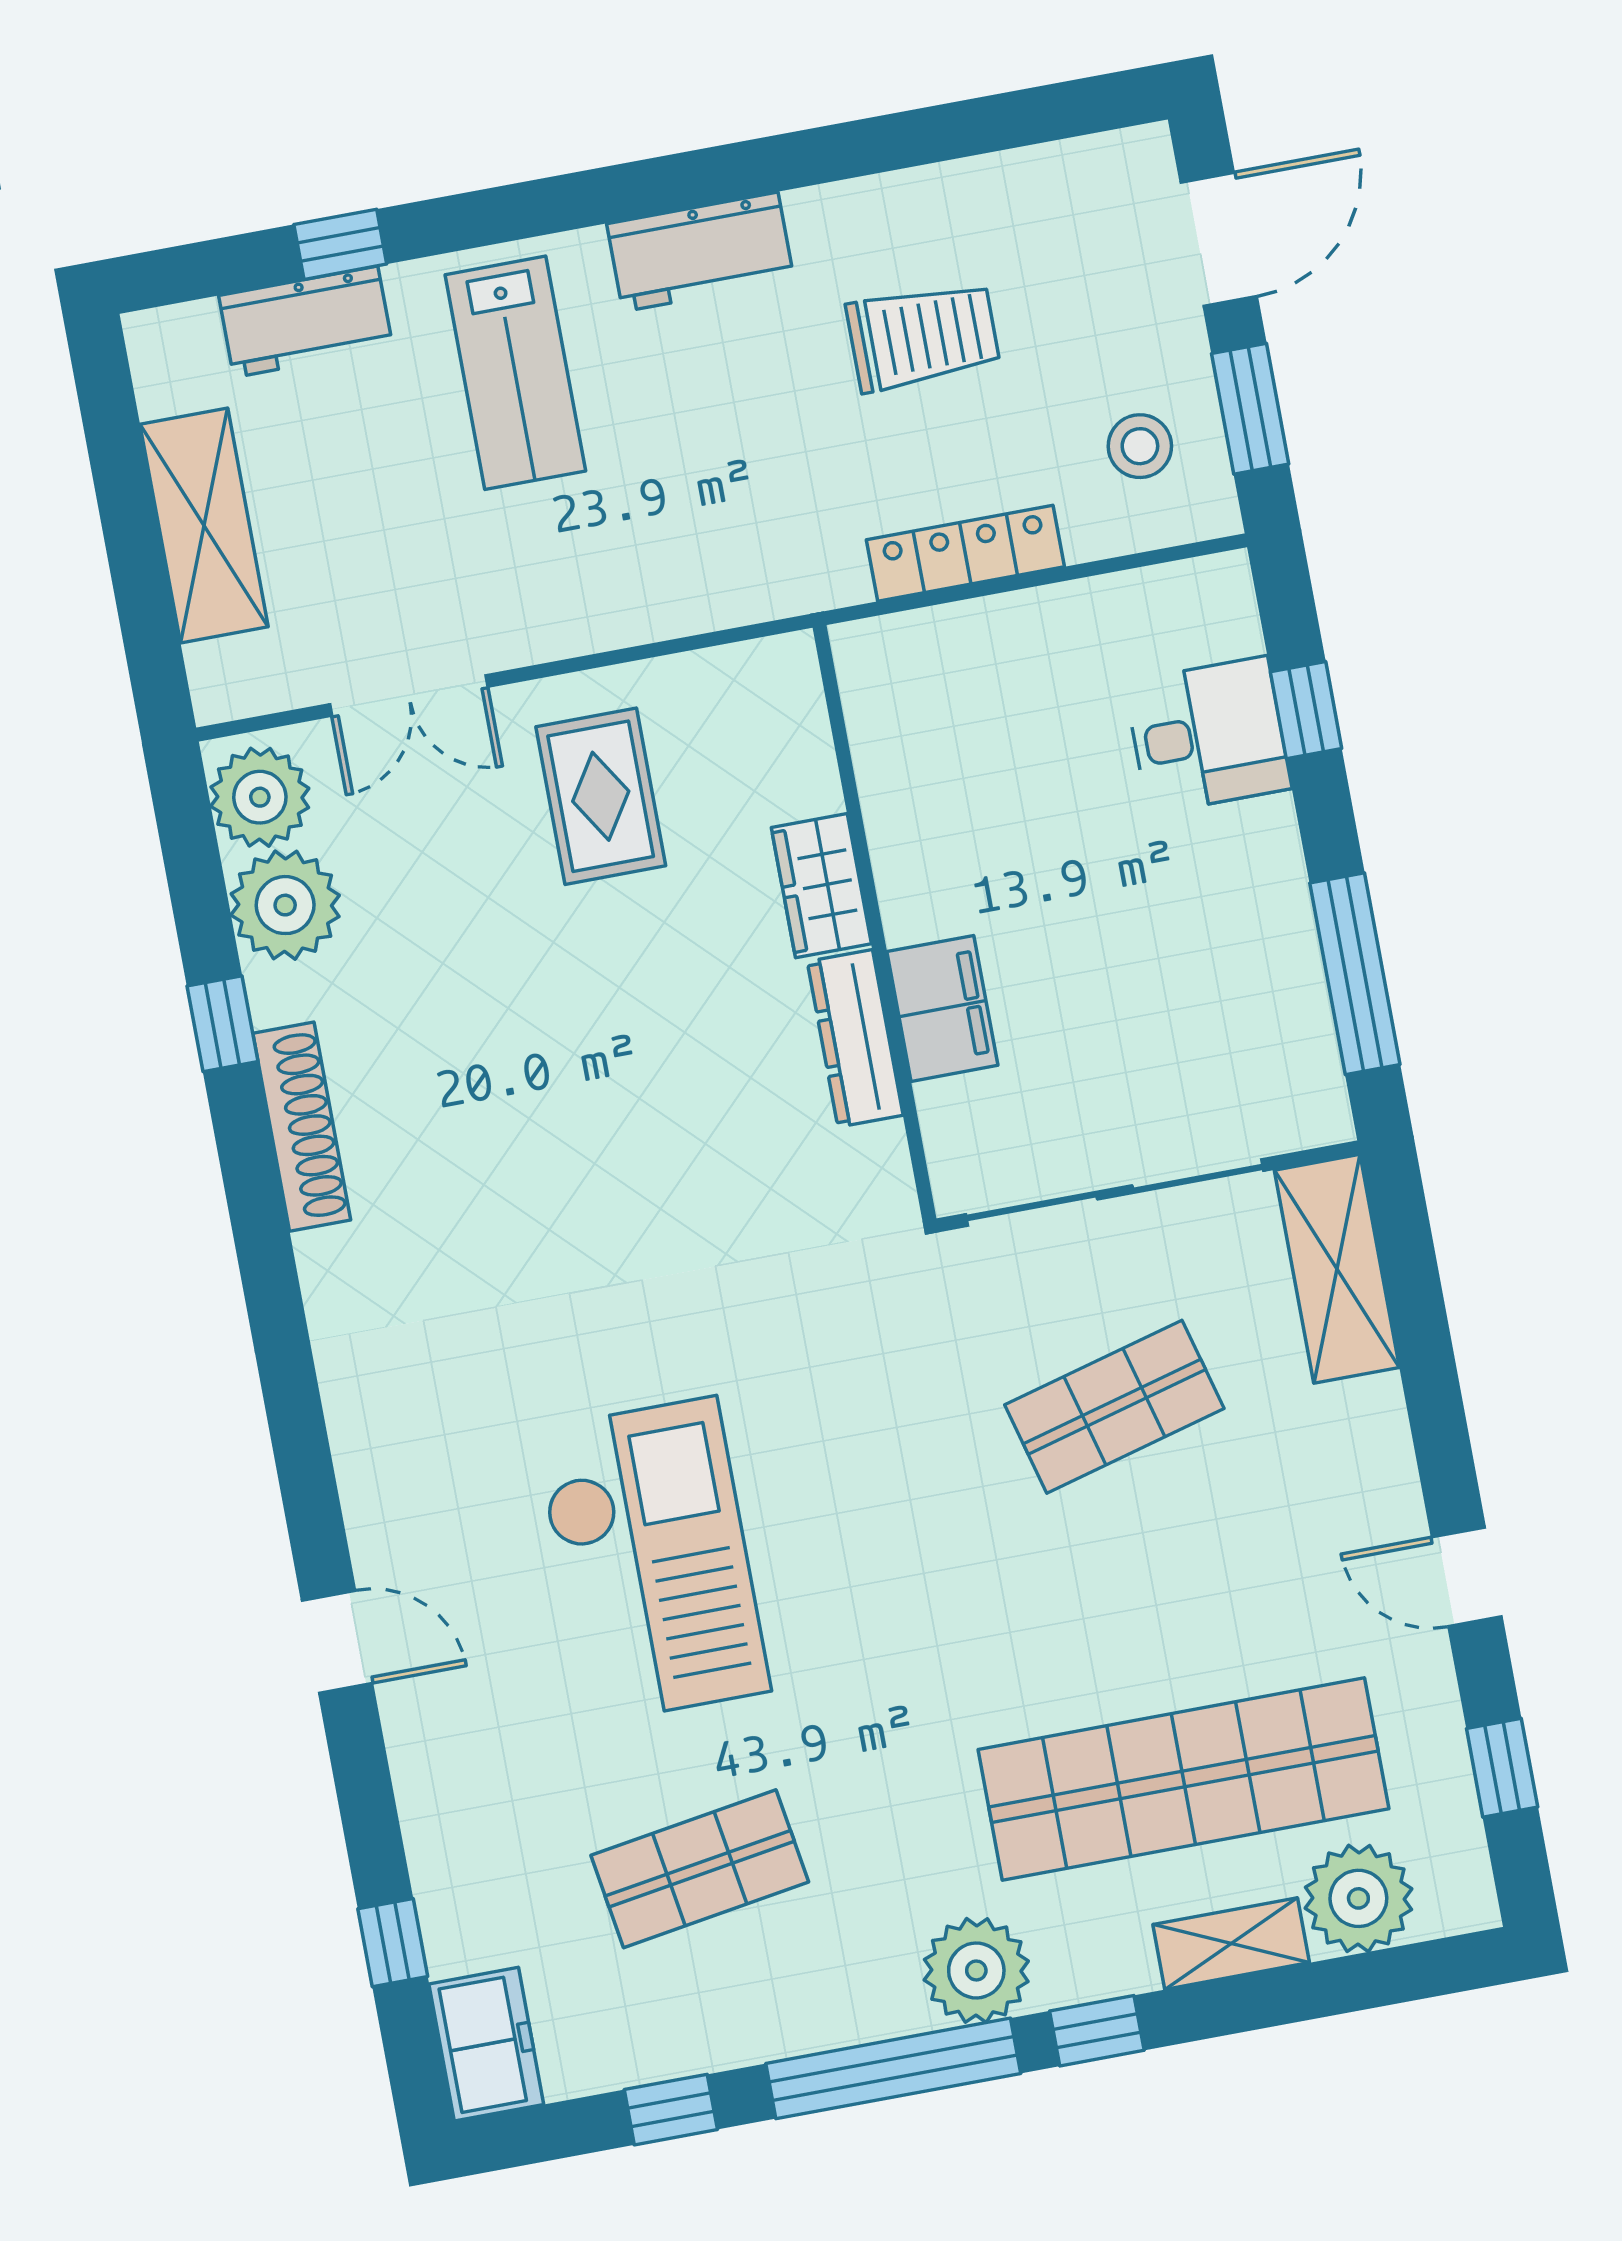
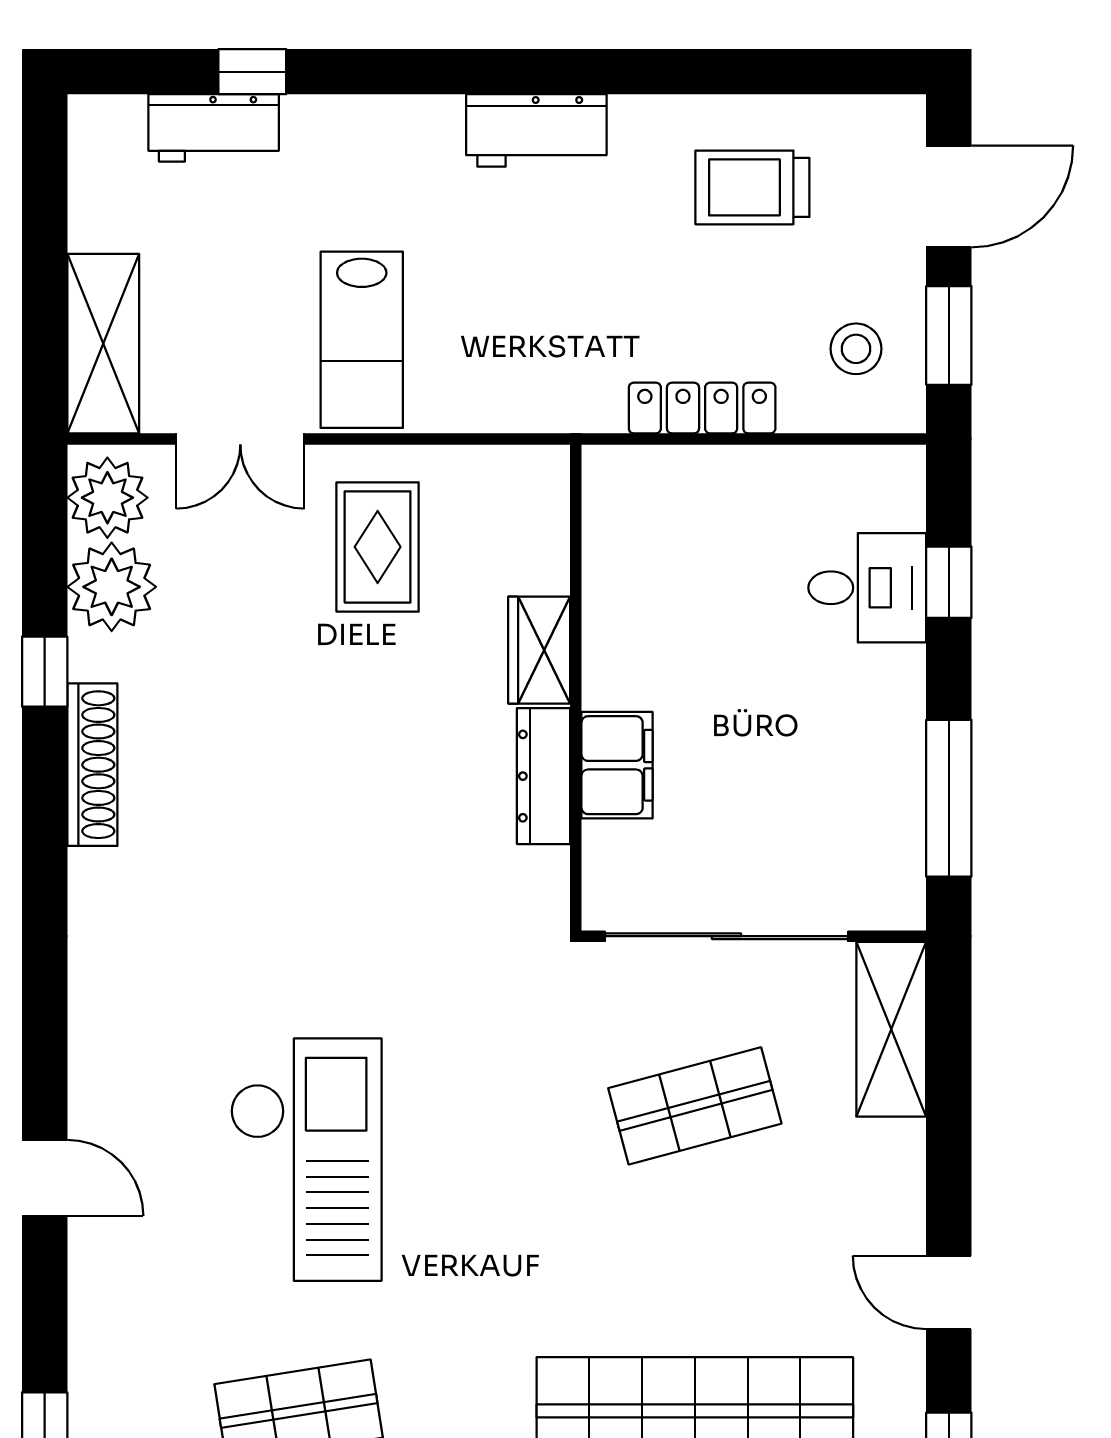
trolley: (923, 336) -> (752, 187), moved, turned 180
lab bench: (515, 373) -> (362, 340), moved
shelving: (204, 526) -> (103, 344), moved

